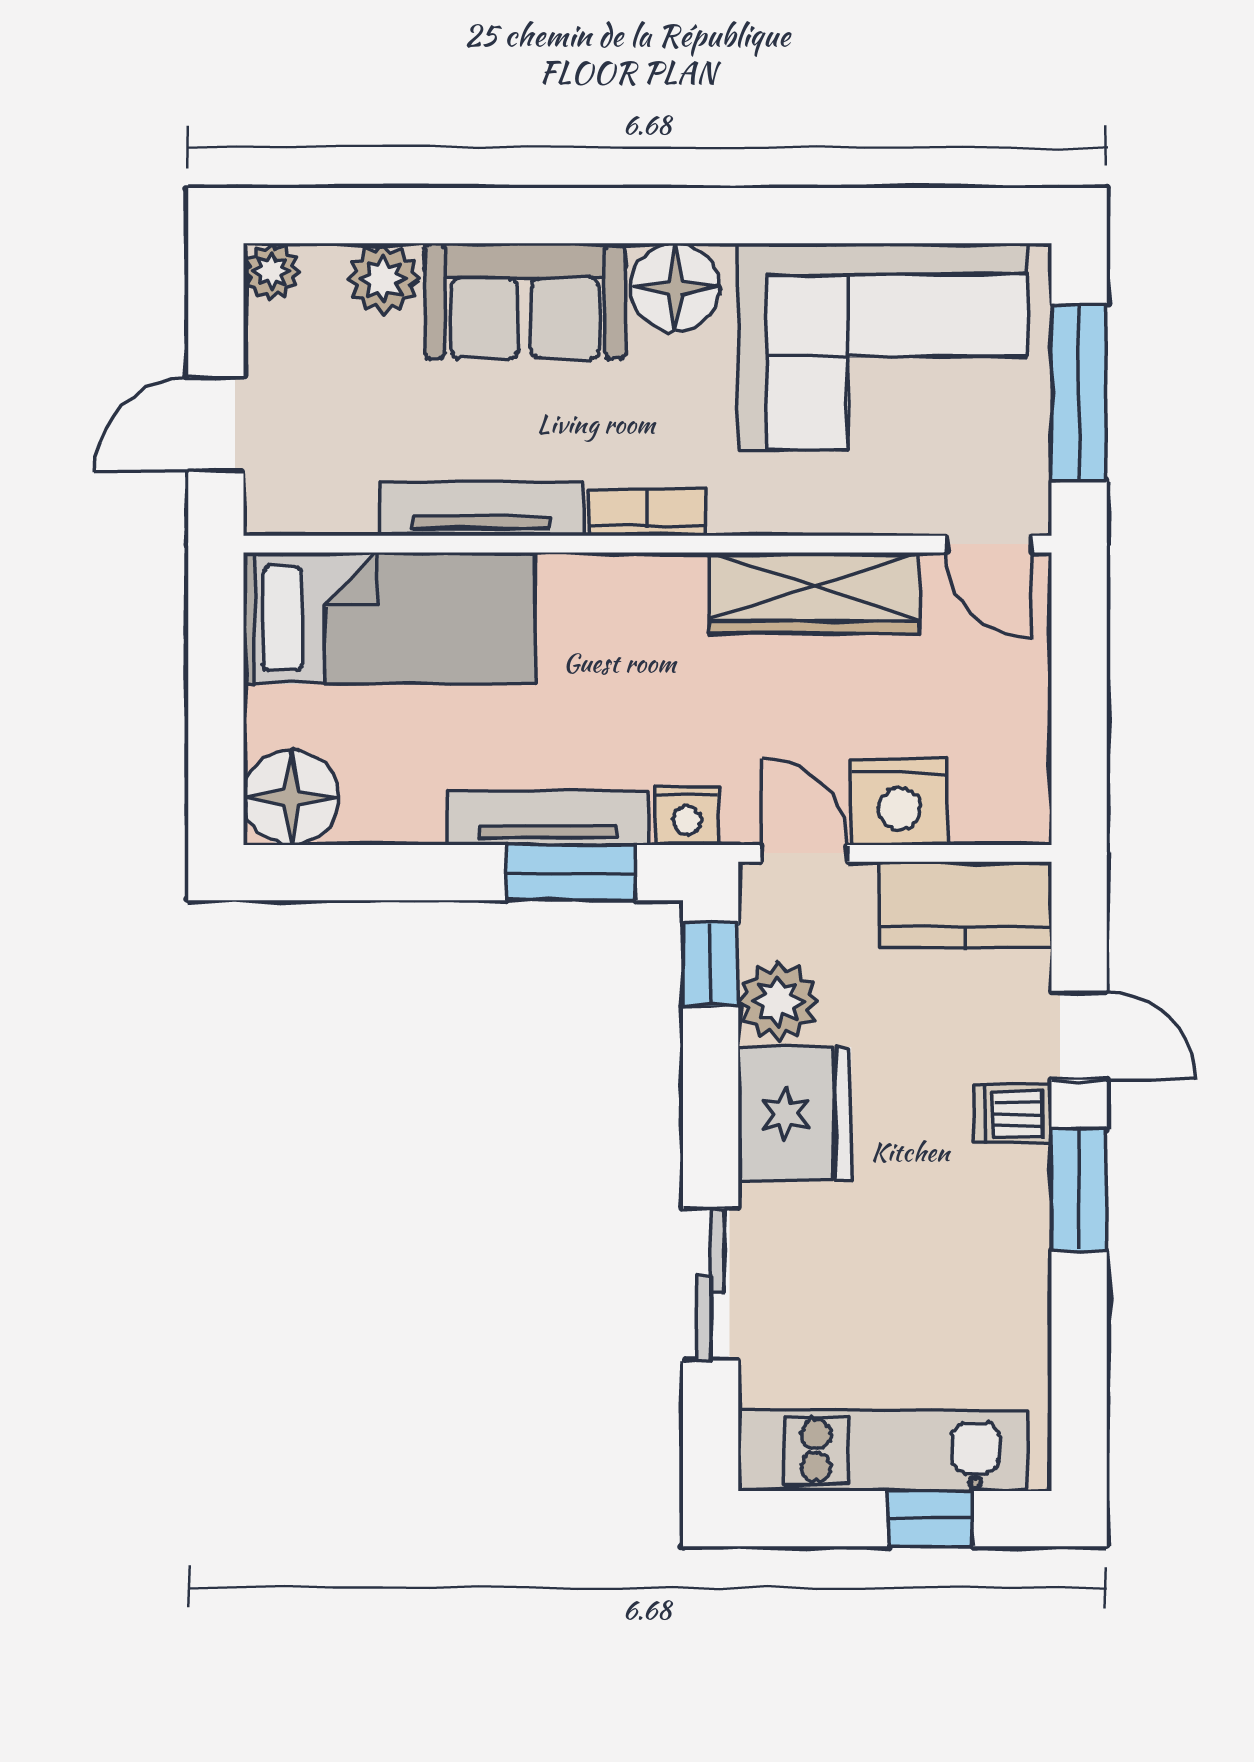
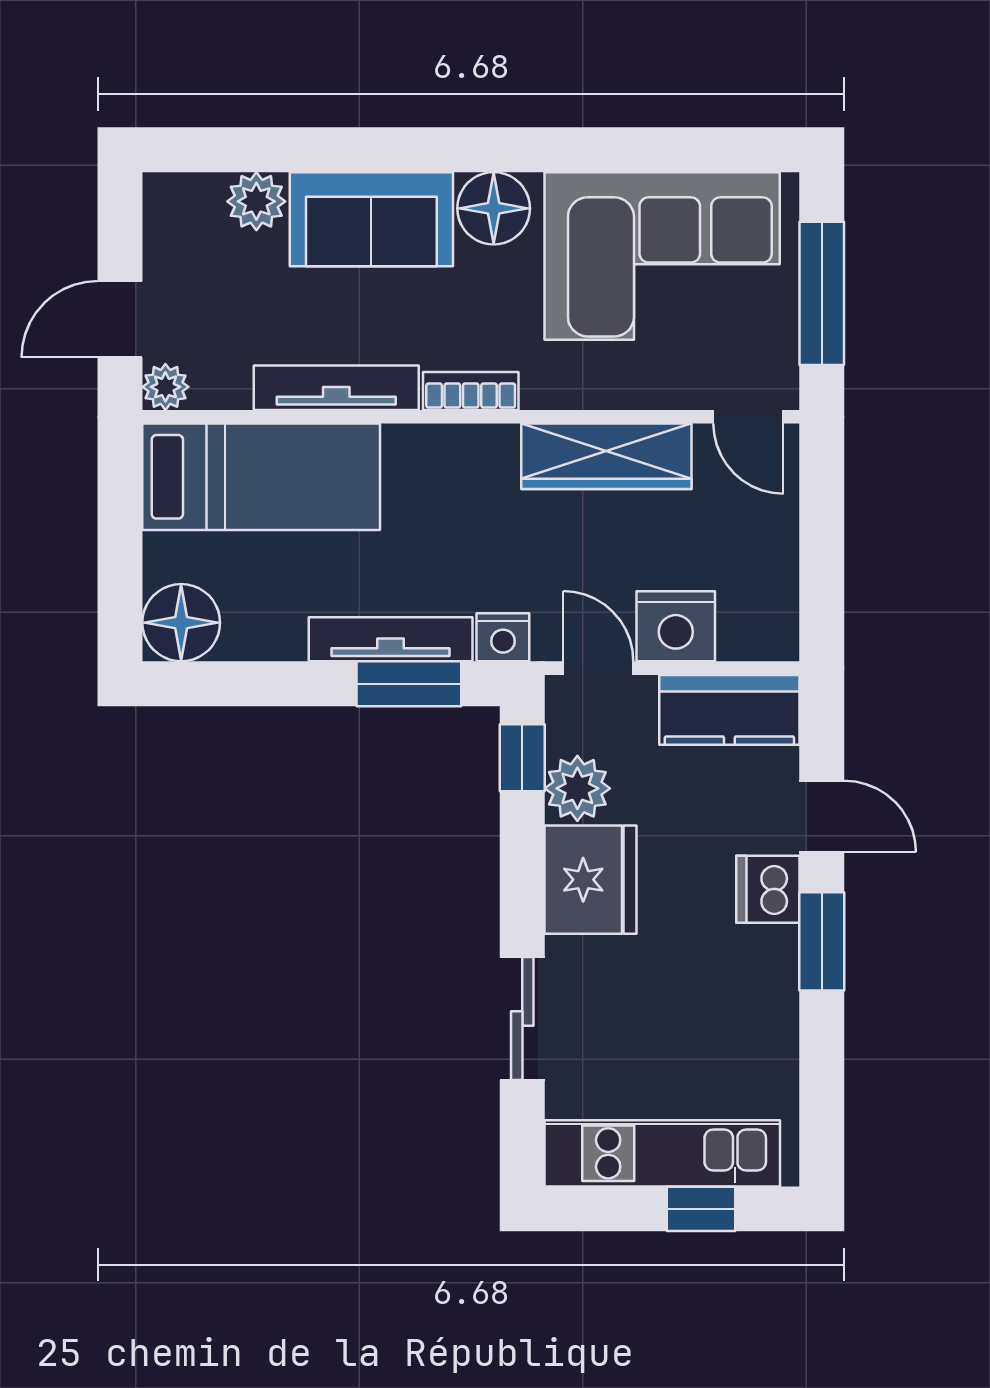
plant: (272, 271) -> (165, 387), moved
dishwasher: (1013, 1114) -> (768, 889), width x1.38

